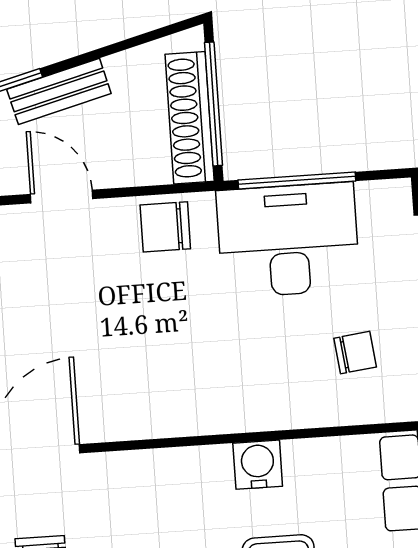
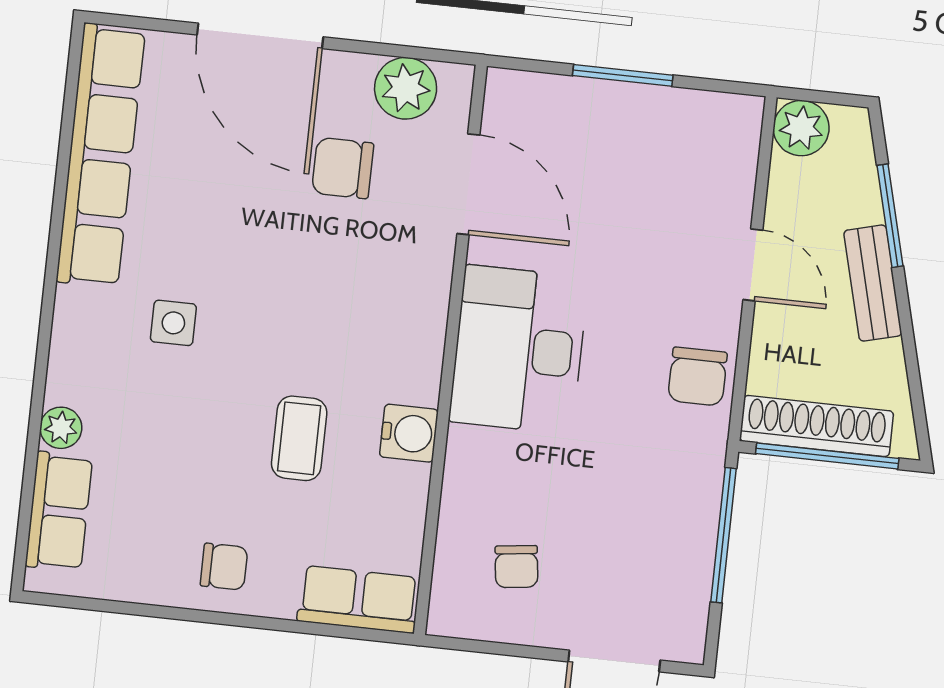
door: (62, 197) -> (753, 265), hinge flipped
chair: (165, 227) -> (698, 376), turned 180
desk: (288, 240) -> (519, 349), moved, turned 180

